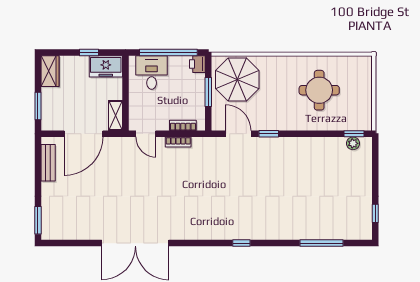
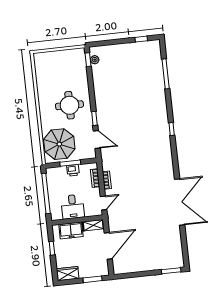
printer: (197, 64) -> (73, 170), moved
freezer: (106, 66) -> (71, 230), moved, turned 90
desk: (152, 73) -> (73, 207), moved, turned -90
round table: (319, 90) -> (70, 105), moved
door: (84, 134) -> (108, 246), hinge flipped
door: (238, 134) -> (97, 139), swing flipped
bench: (48, 163) -> (131, 268), removed

